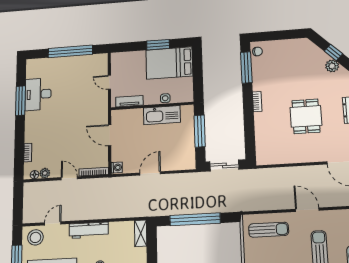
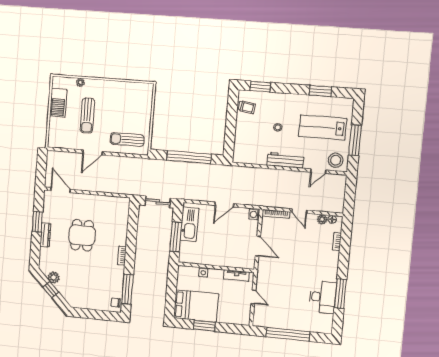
kitchen sink: (162, 115) -> (189, 224), moved, turned 90
door: (307, 210) -> (93, 152), hinge flipped
shelving: (141, 233) -> (238, 151), removed

